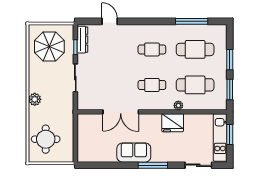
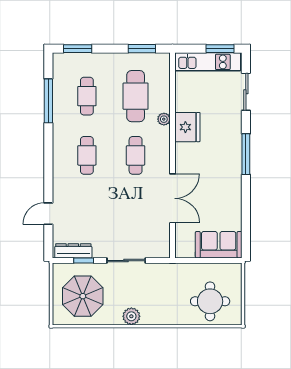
cafe table: (195, 49) -> (87, 96), width x0.73, depth x0.74
window: (230, 60) -> (78, 49), moved
plant: (35, 99) -> (131, 316), moved
window: (230, 134) -> (220, 49), moved
sofa: (134, 153) -> (219, 245), moved, turned 90

